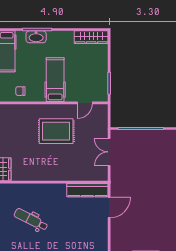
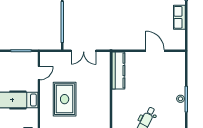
door: (85, 103) -> (39, 73), hinge flipped
door: (109, 207) -> (155, 51), moved

